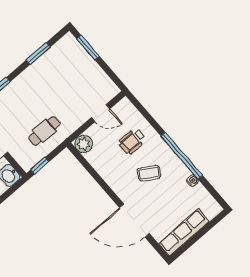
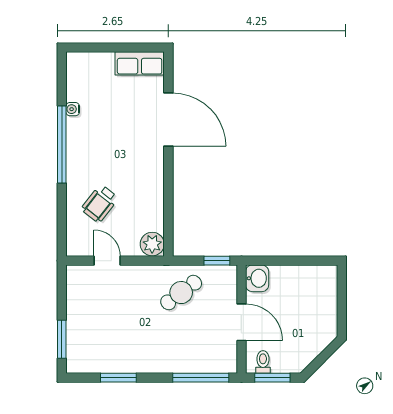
cafe table: (44, 131) -> (181, 293), turned -37
wheelchair: (132, 141) -> (100, 204), turned 128
coffee table: (149, 173) -> (111, 156), removed
row of seats: (184, 232) -> (140, 63), width x0.68

